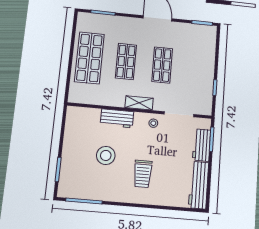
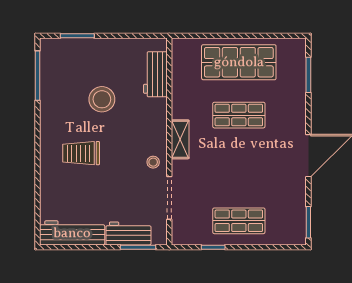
shop shelf: (162, 65) -> (239, 221), moved
workbench: (117, 118) -> (155, 74), moved

